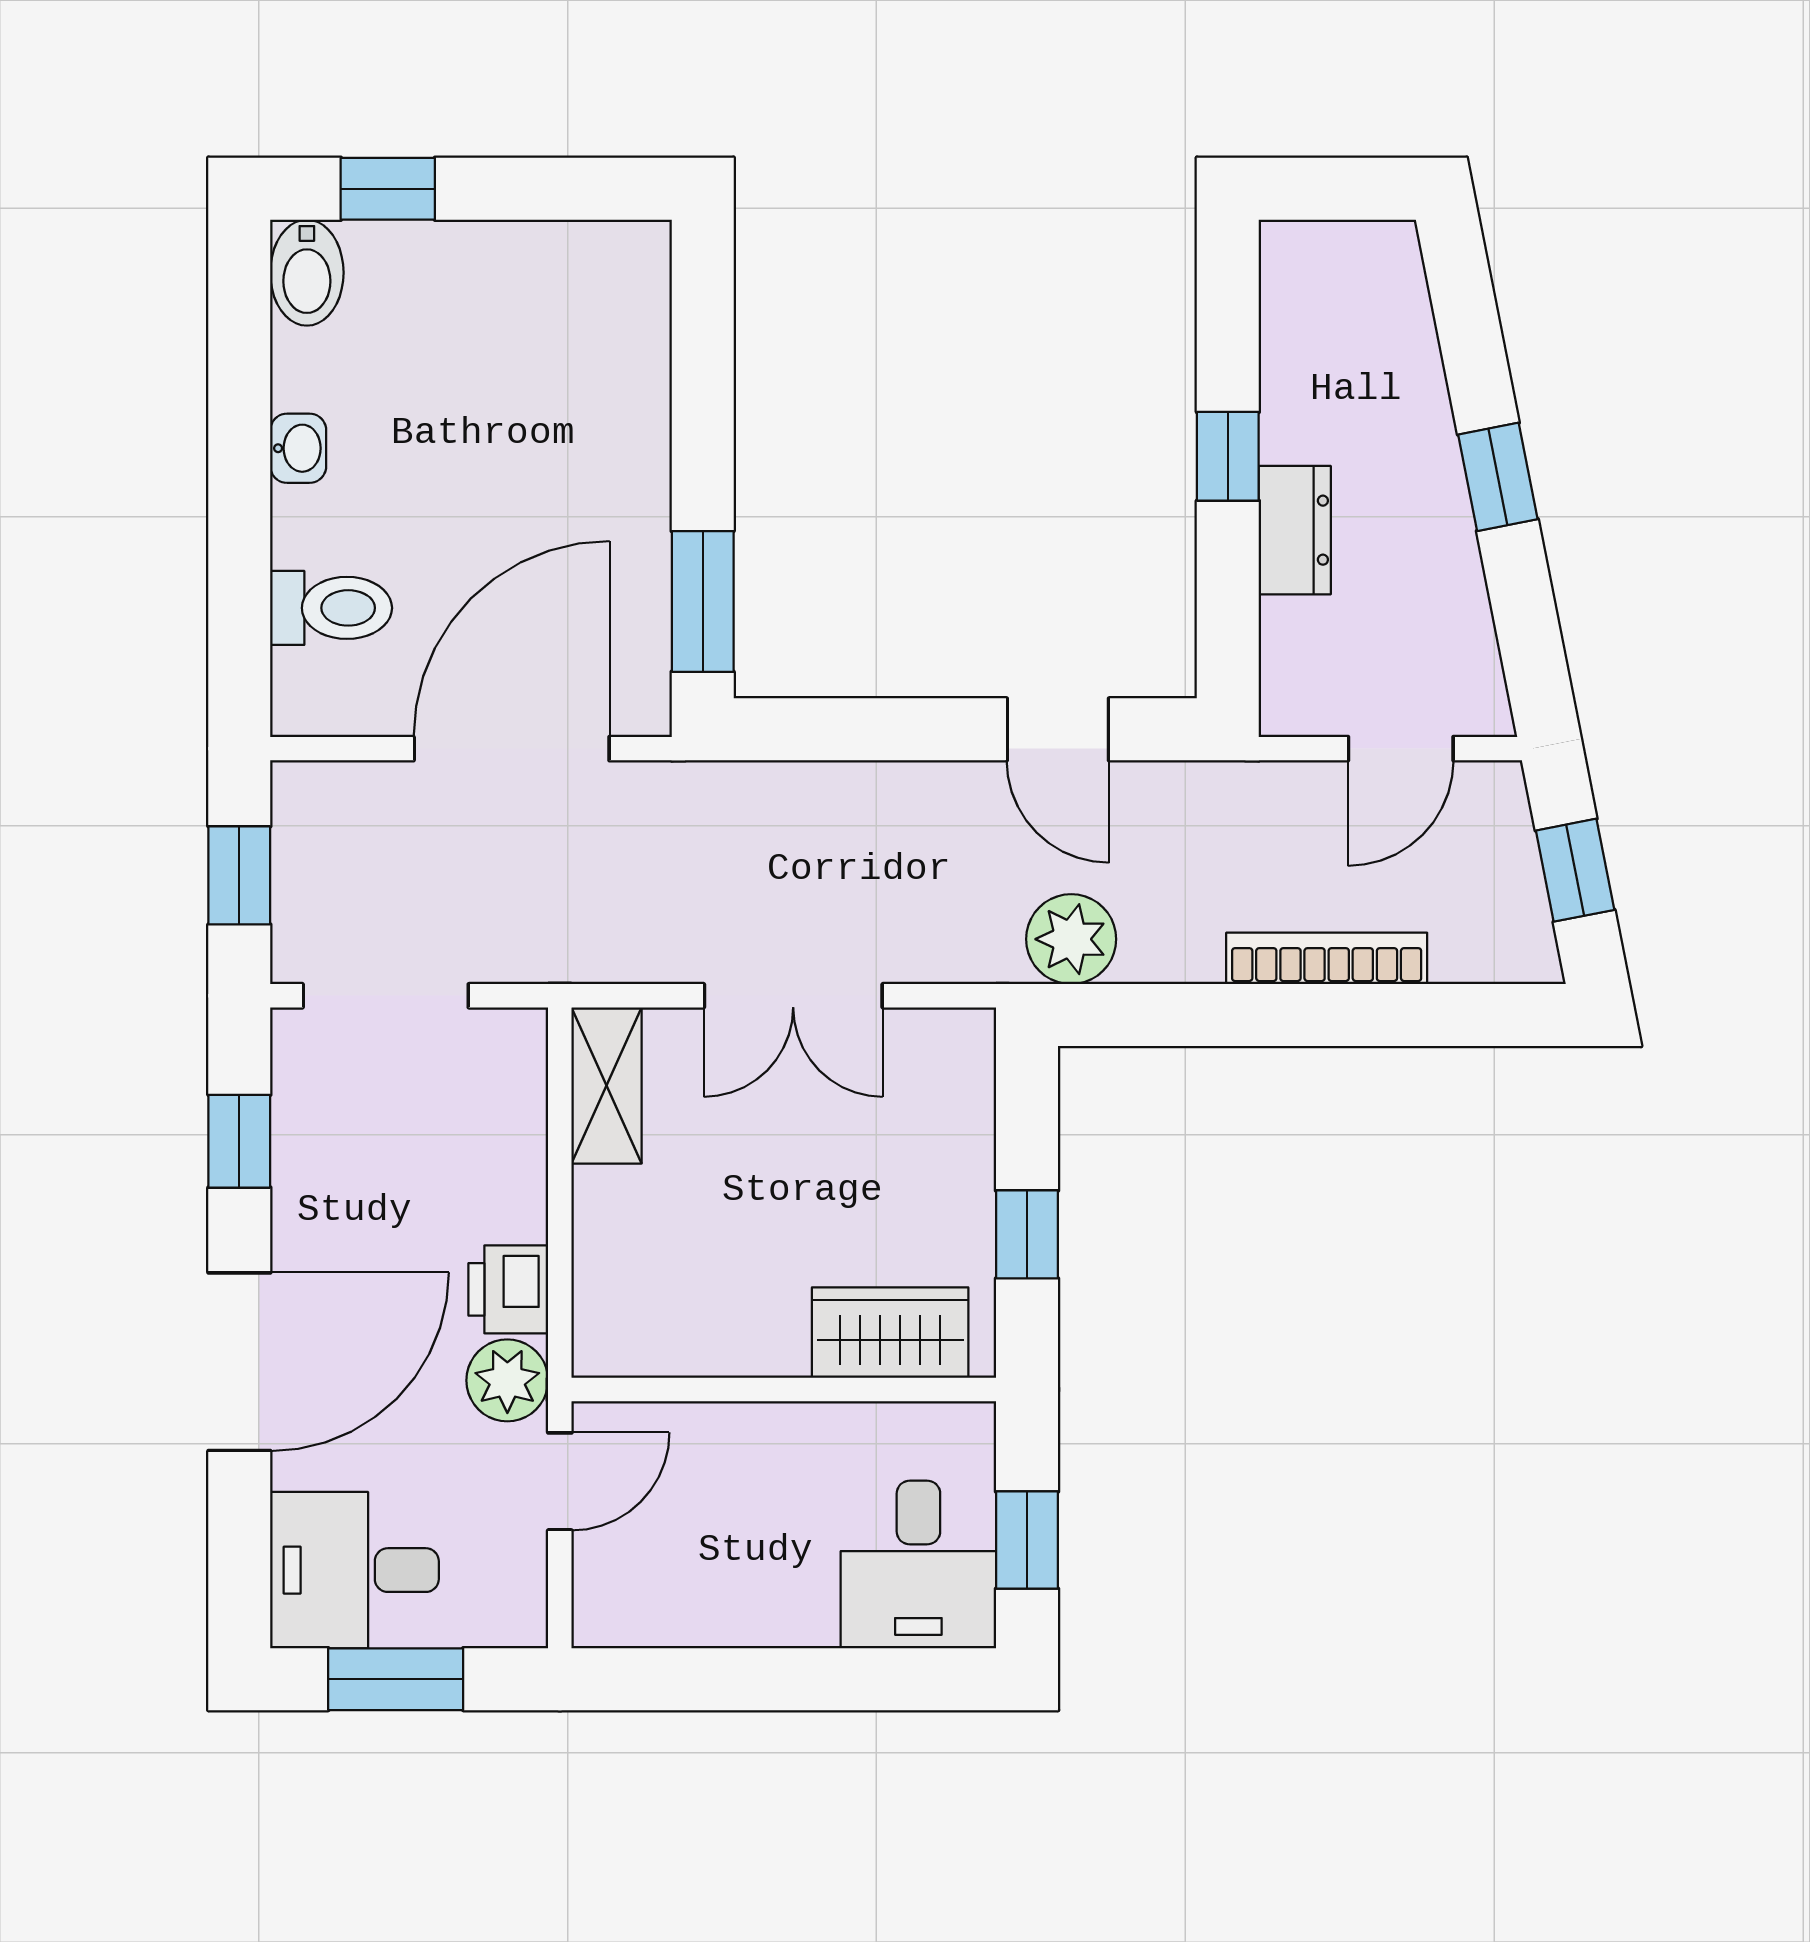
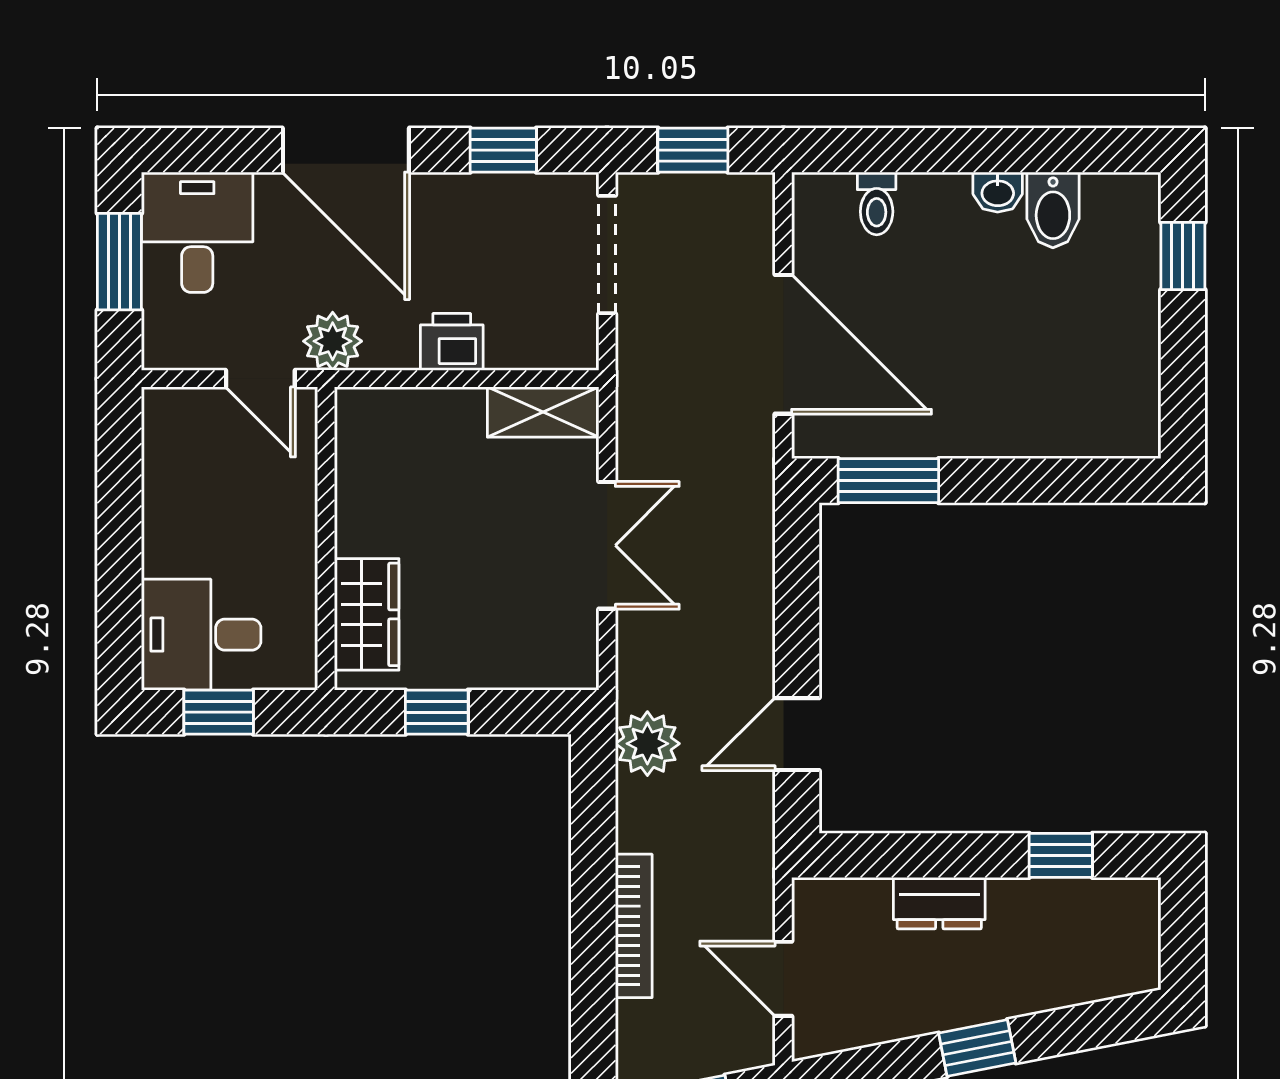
bidet: (307, 273) -> (1053, 210), moved, turned -90
window: (1228, 456) -> (1061, 855), moved
toilet: (331, 608) -> (877, 203), width x0.73, depth x0.72
double door: (793, 996) -> (607, 545), swing flipped
printer: (508, 1289) -> (452, 342), moved

